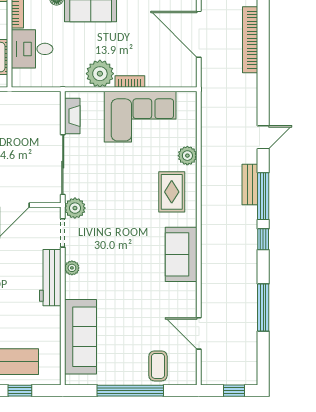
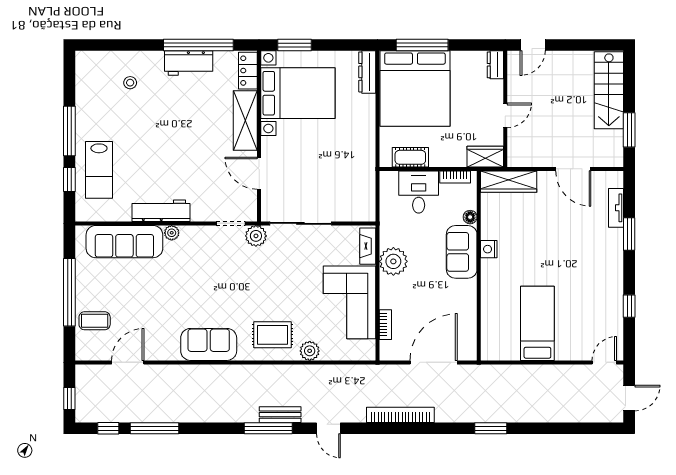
bookcase: (250, 40) -> (400, 415), moved
bookcase: (130, 82) -> (385, 325), moved
fireplace: (72, 116) -> (368, 246), moved, turned 90
window: (263, 239) -> (108, 428), moved
plant: (72, 268) -> (172, 233), moved
workbench: (50, 278) -> (161, 211), moved

